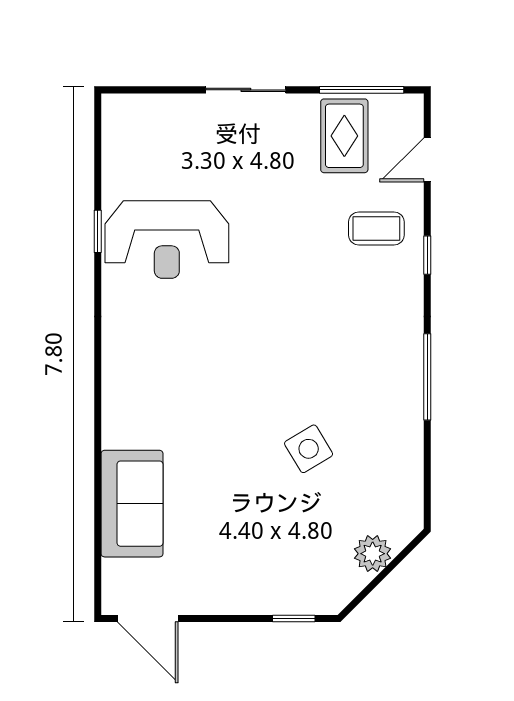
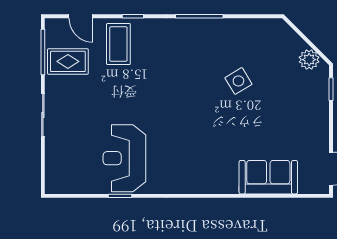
coffee table: (376, 229) -> (118, 44), width x1.36, depth x1.30
reception desk: (167, 240) -> (124, 158), turned 180
plant: (373, 554) -> (309, 60), moved

